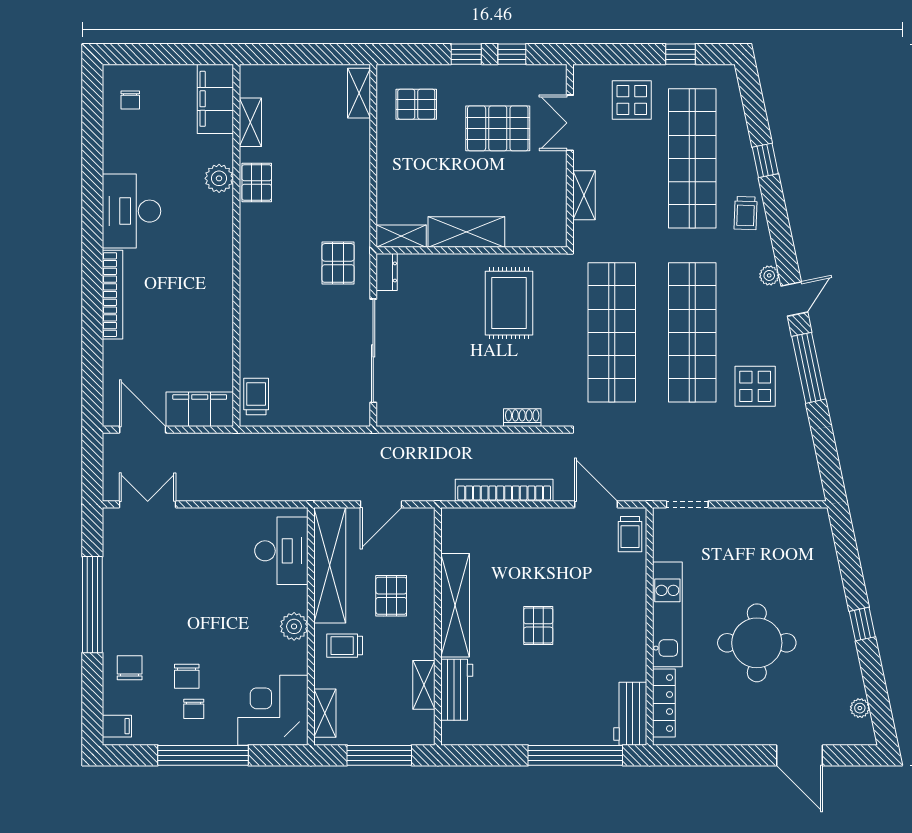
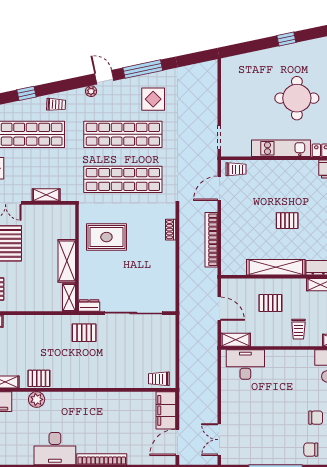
shelving: (330, 565) -> (236, 340), width x0.45, depth x0.75
plant: (294, 626) -> (288, 357), removed

